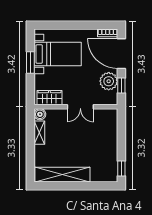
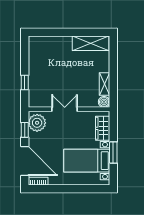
plant: (109, 81) -> (37, 123), moved
wardrobe: (49, 98) -> (103, 128), moved, turned 90
window: (121, 168) -> (25, 83), moved
shelving: (62, 175) -> (91, 43), width x0.68

